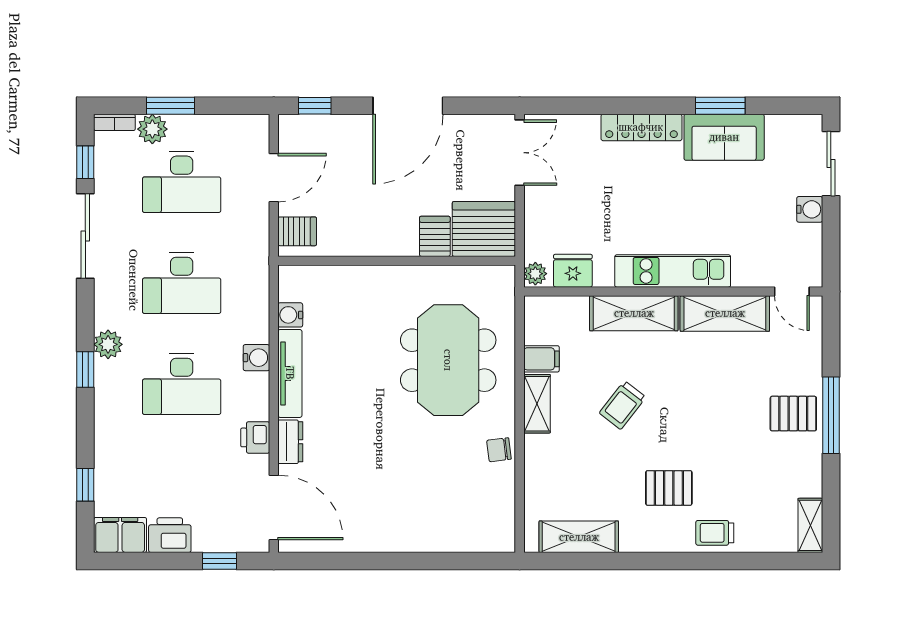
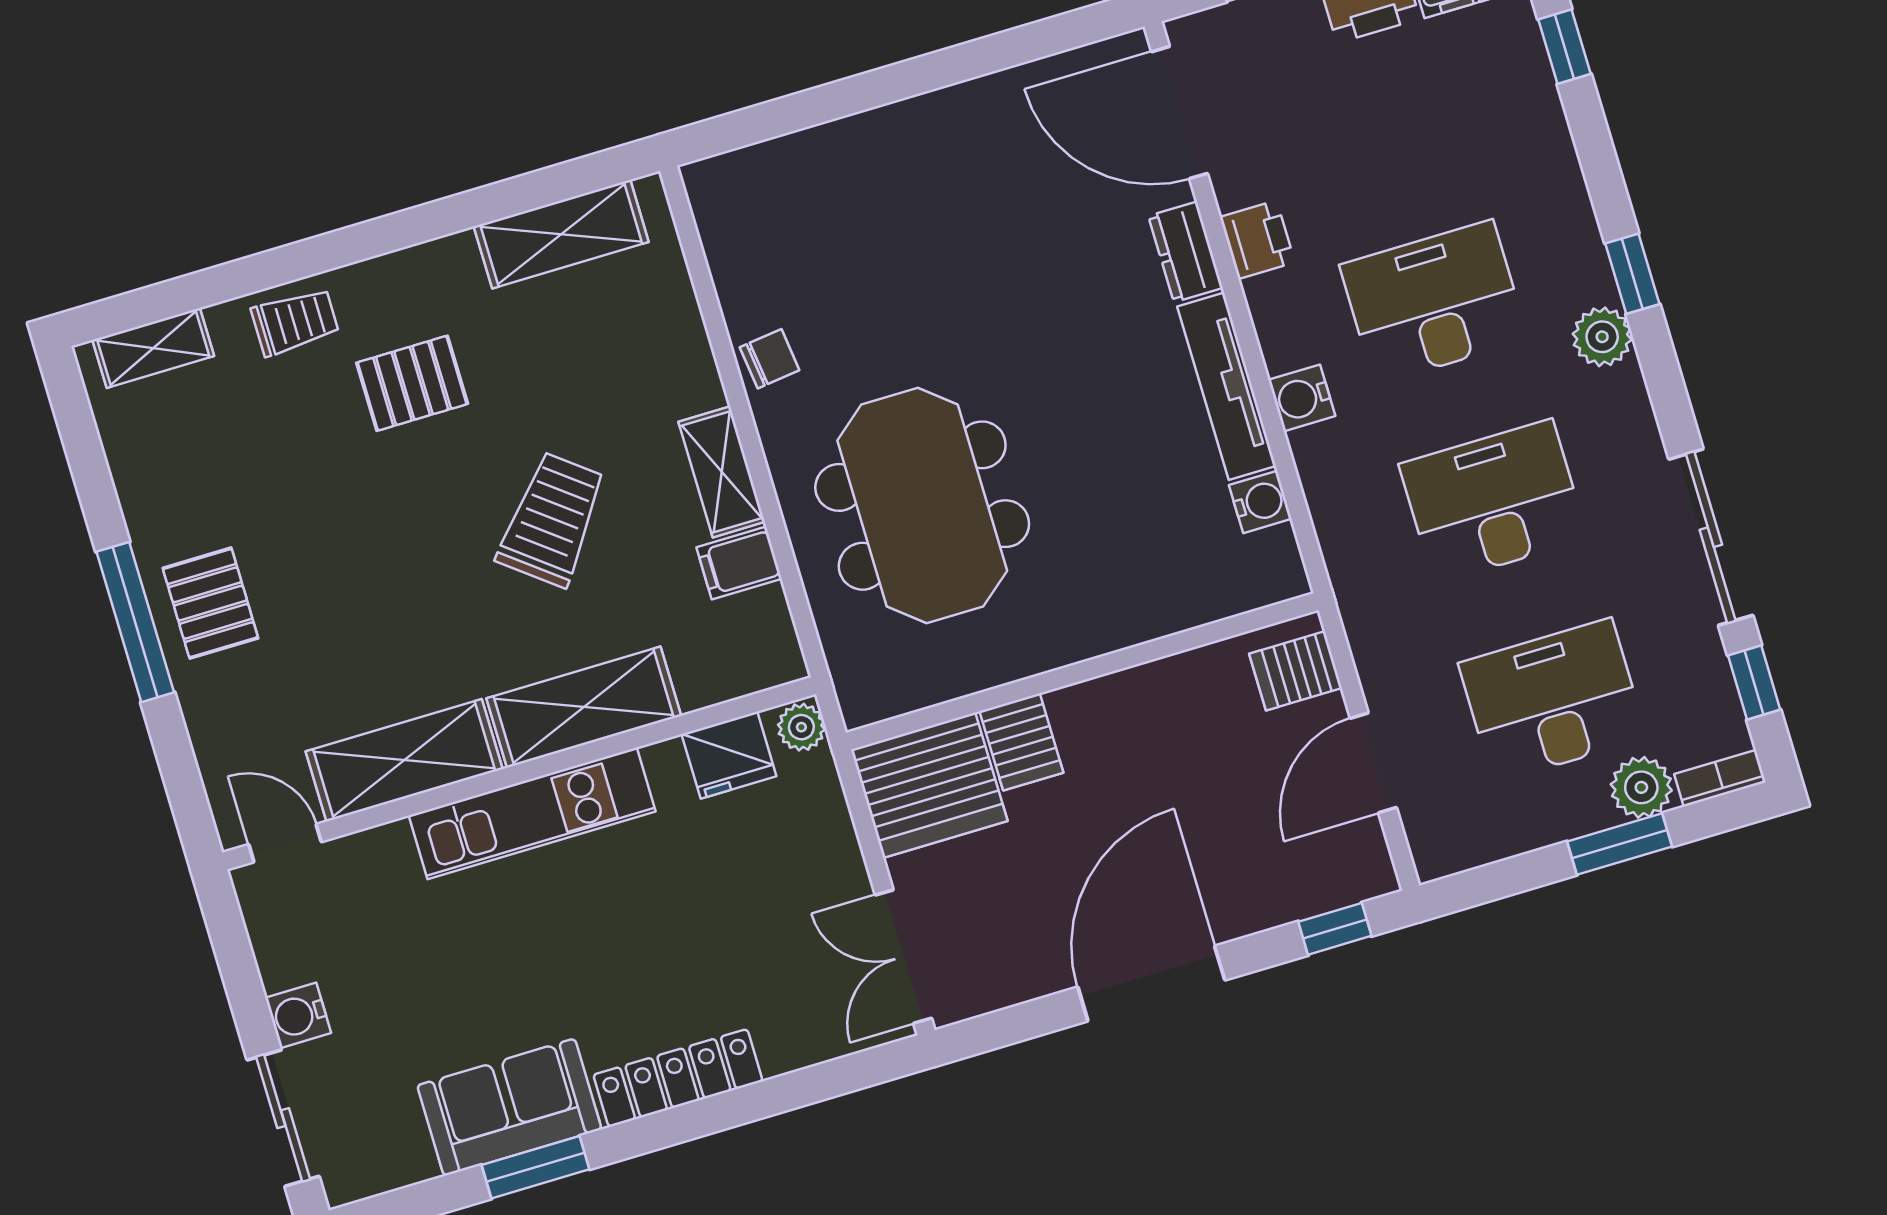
trolley: (623, 405) -> (552, 519), width x1.36, depth x1.39
pallet: (793, 414) -> (210, 603), turned 90
shelving: (810, 525) -> (153, 348), moved, turned 90

